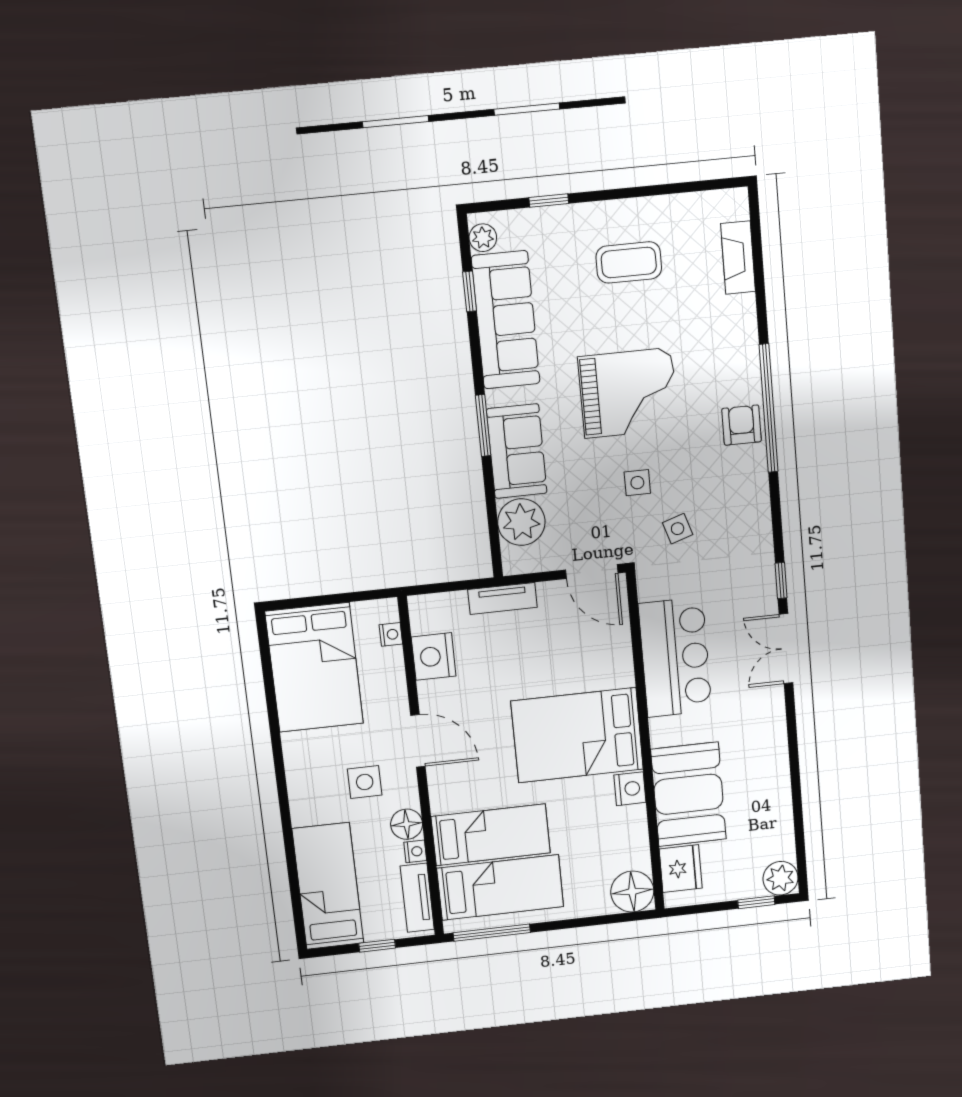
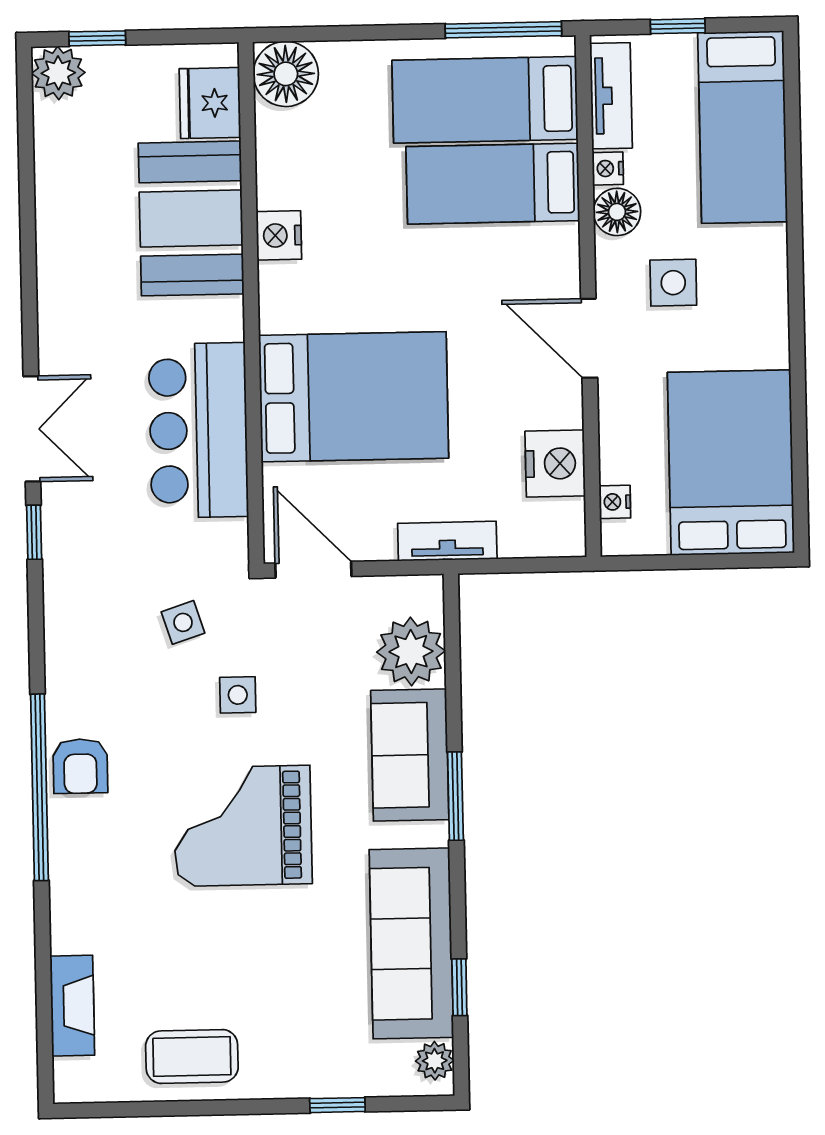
coffee table: (629, 262) -> (192, 1057), moved
bed: (577, 735) -> (354, 397), moved

